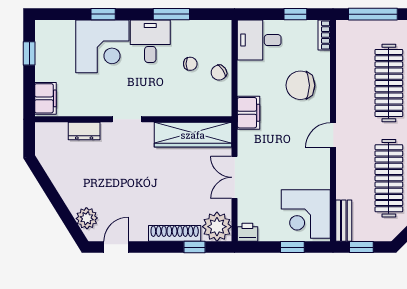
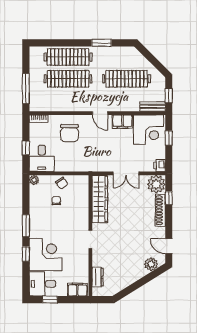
window: (171, 14) -> (26, 226), moved
window: (295, 14) -> (26, 148), moved
plant: (224, 28) -> (34, 180), added
desk: (150, 41) -> (42, 284), moved
filing cabinet: (248, 113) -> (122, 122), moved, turned 180
dresser: (84, 131) -> (98, 277), moved

